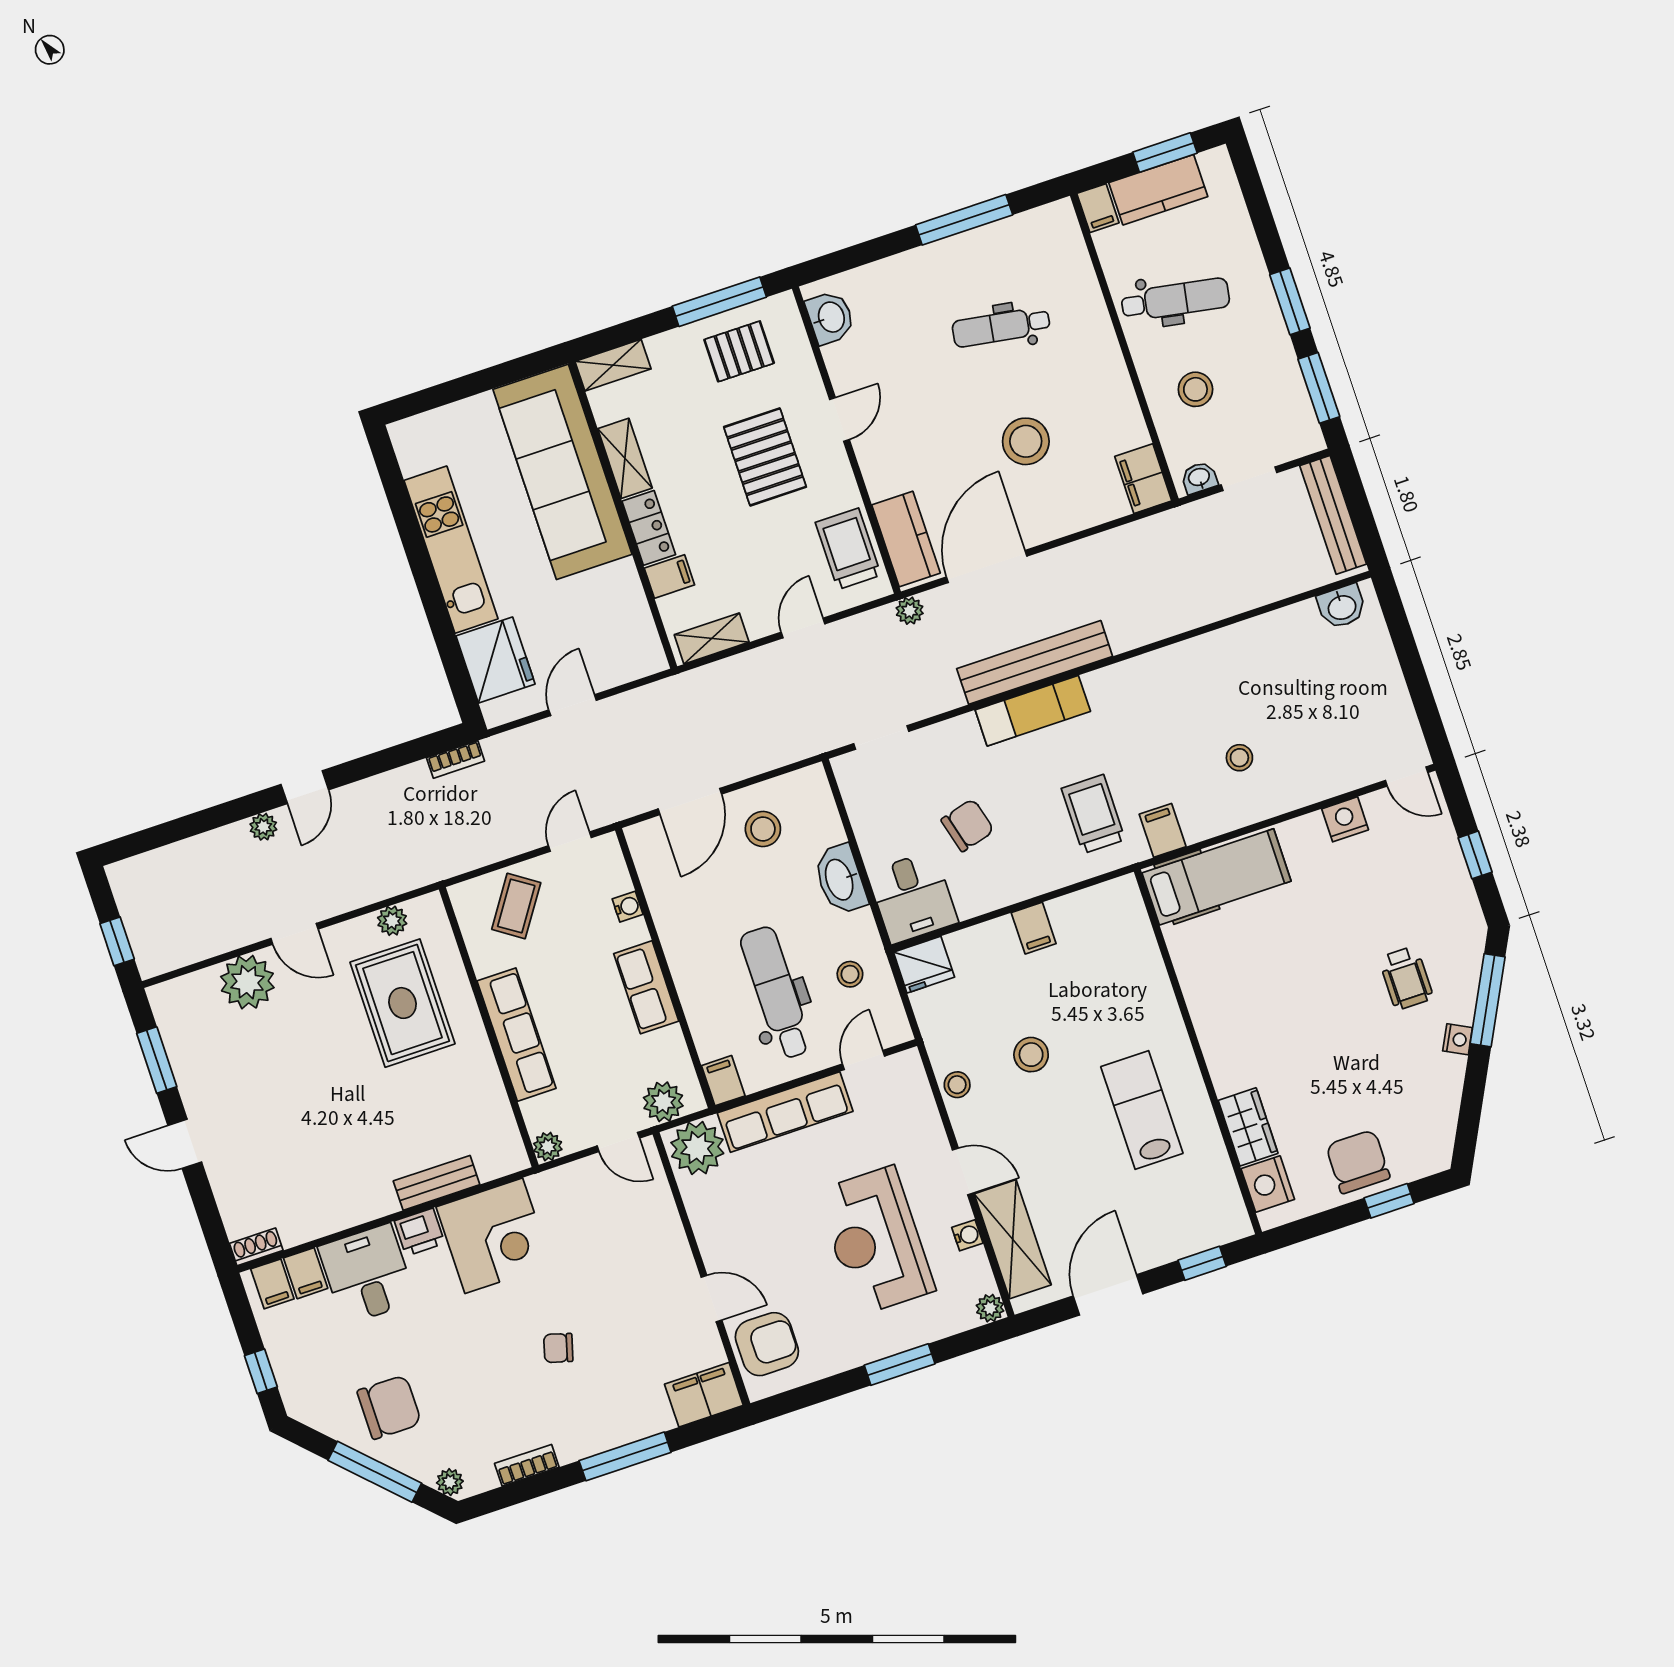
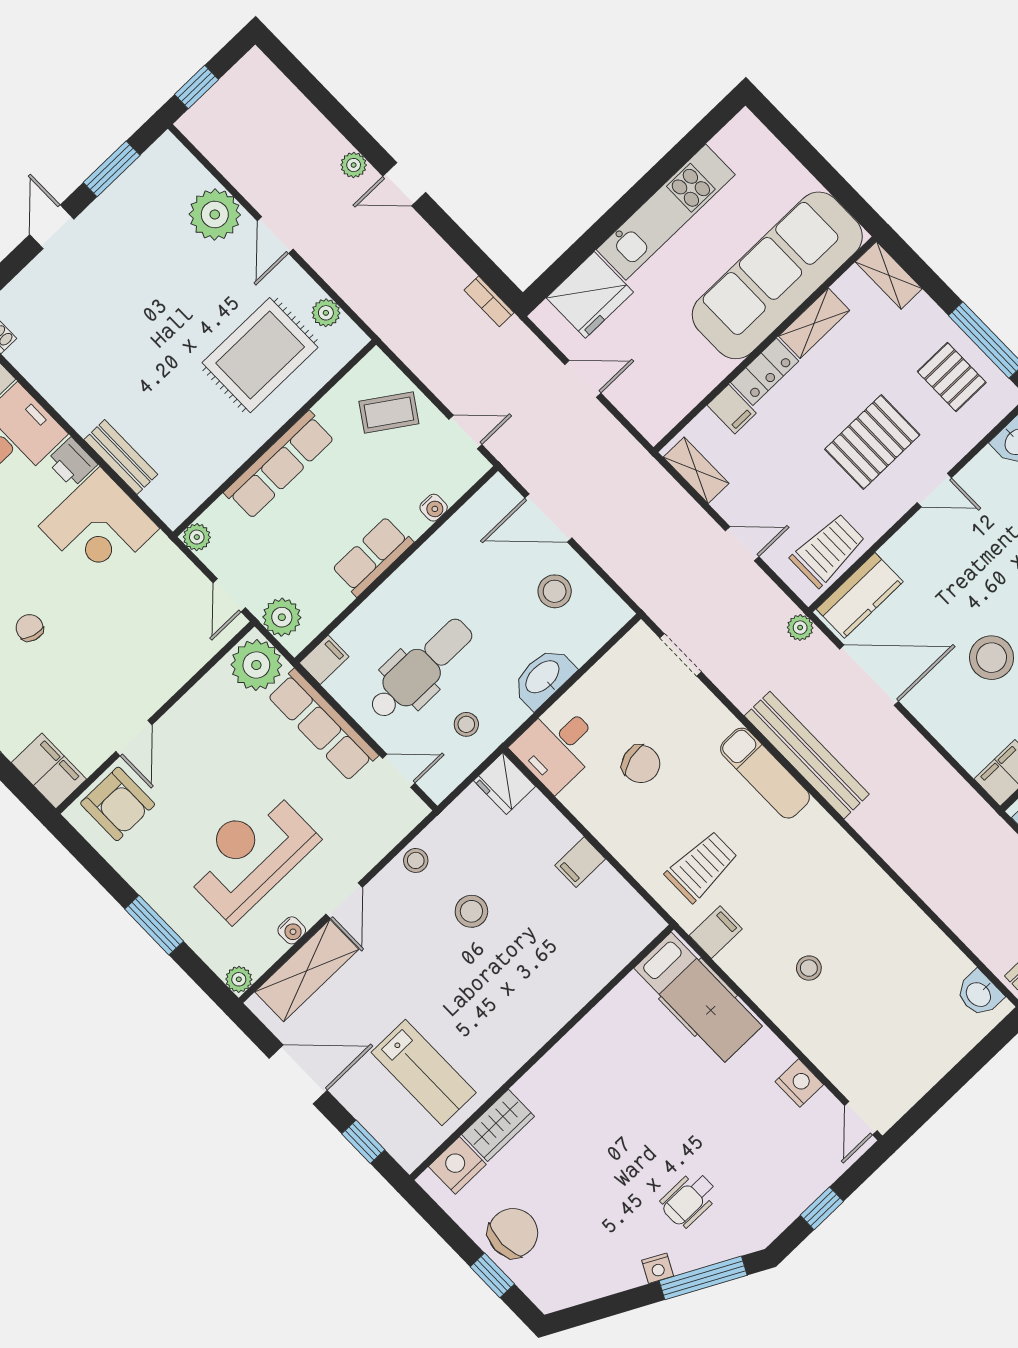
lab bench: (1142, 1110) -> (424, 1073), moved, turned 90

